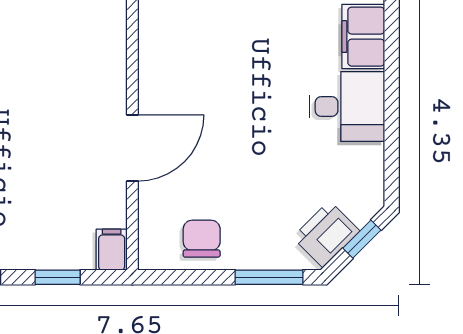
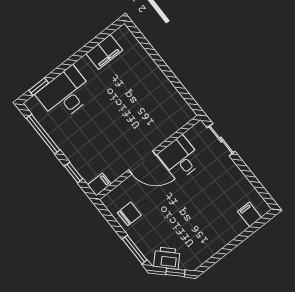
filing cabinet: (363, 37) -> (249, 214), width x0.50
desk: (347, 107) -> (180, 158), moved, turned 180

